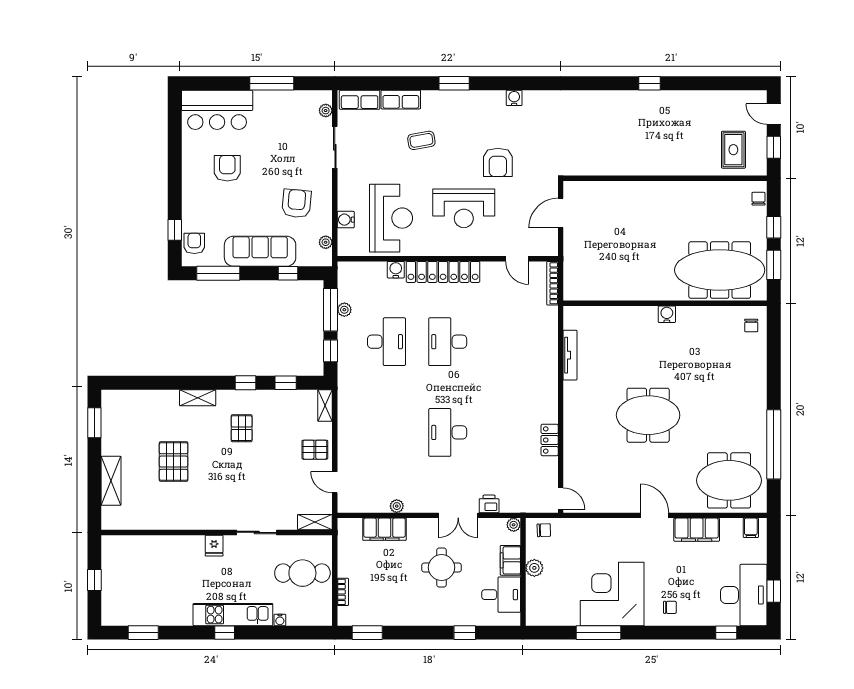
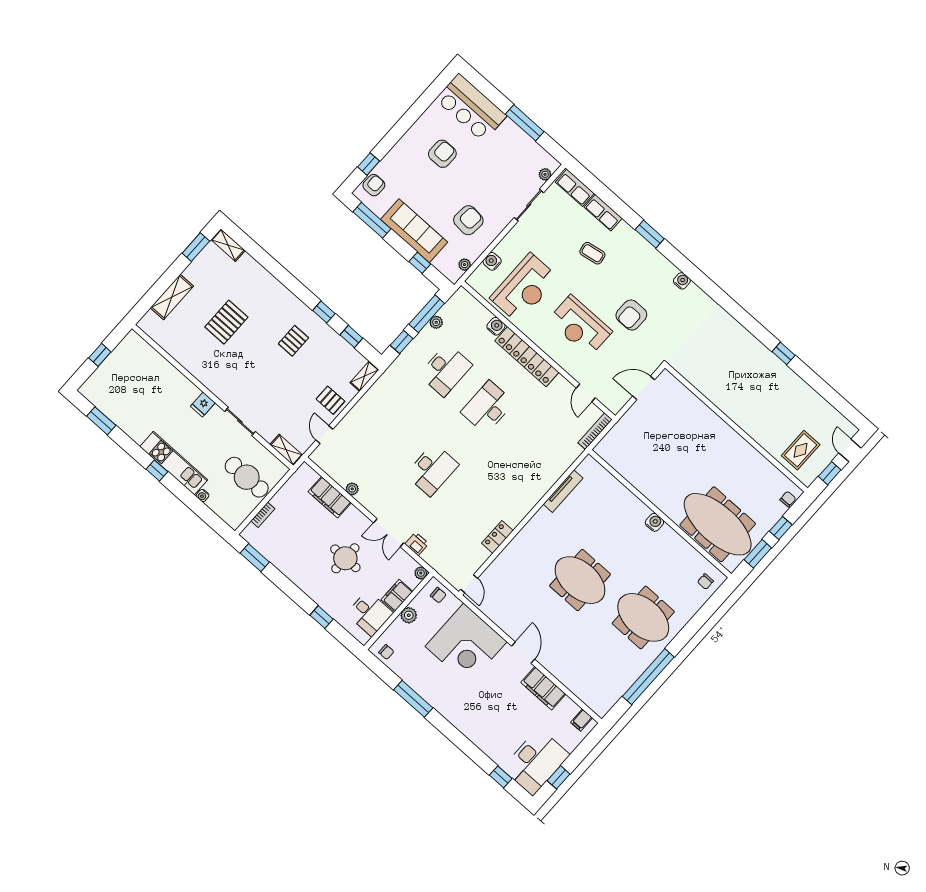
shelving: (198, 398) -> (228, 245), moved
desk: (448, 432) -> (432, 469), turned 180
meeting table: (729, 480) -> (643, 617), moved
corner desk: (612, 594) -> (466, 644), moved, turned 180
chair: (670, 607) -> (386, 652), moved

